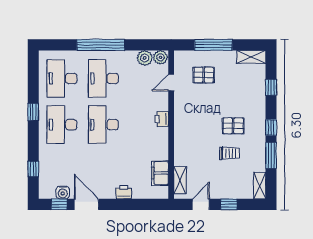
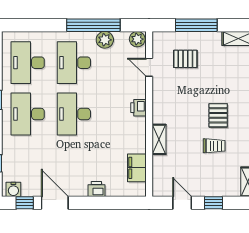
window: (101, 45) -> (93, 25), moved
plant: (145, 58) -> (105, 40), moved
door: (171, 83) -> (149, 67), hinge flipped
pallet: (233, 126) -> (218, 115), turned 90
shelving: (180, 180) -> (159, 139), moved
water cooler: (63, 192) -> (13, 189), moved
door: (201, 204) -> (182, 203), hinge flipped

